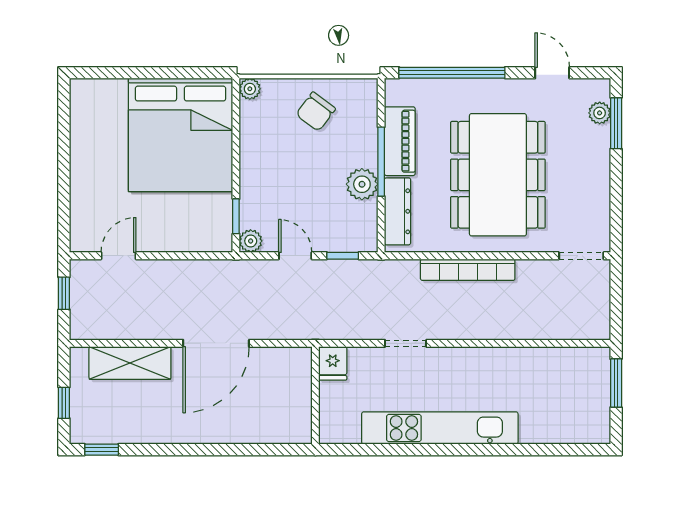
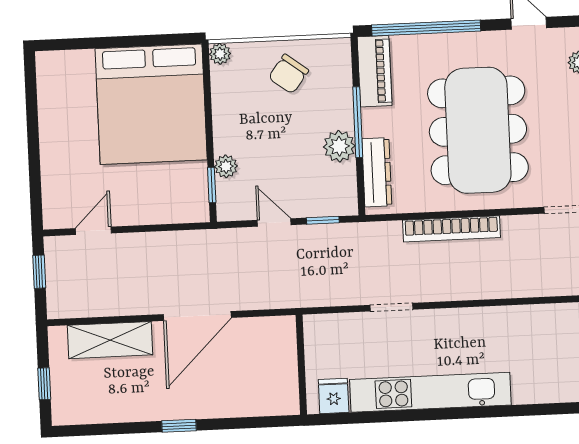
piano: (400, 141) -> (375, 71), moved
plant: (251, 241) -> (226, 166), moved
fridge: (333, 363) -> (334, 396), moved, turned 180
window: (102, 450) -> (179, 426), moved

